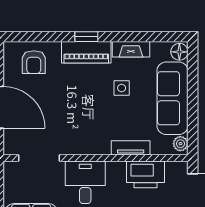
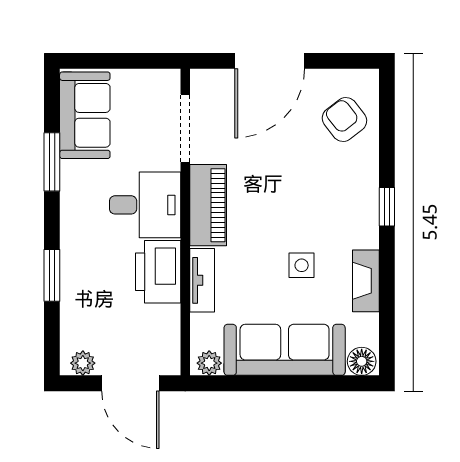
piano: (86, 52) -> (208, 205), moved, turned 180
armchair: (34, 62) -> (344, 120), turned 52
printer: (145, 174) -> (158, 272), moved

